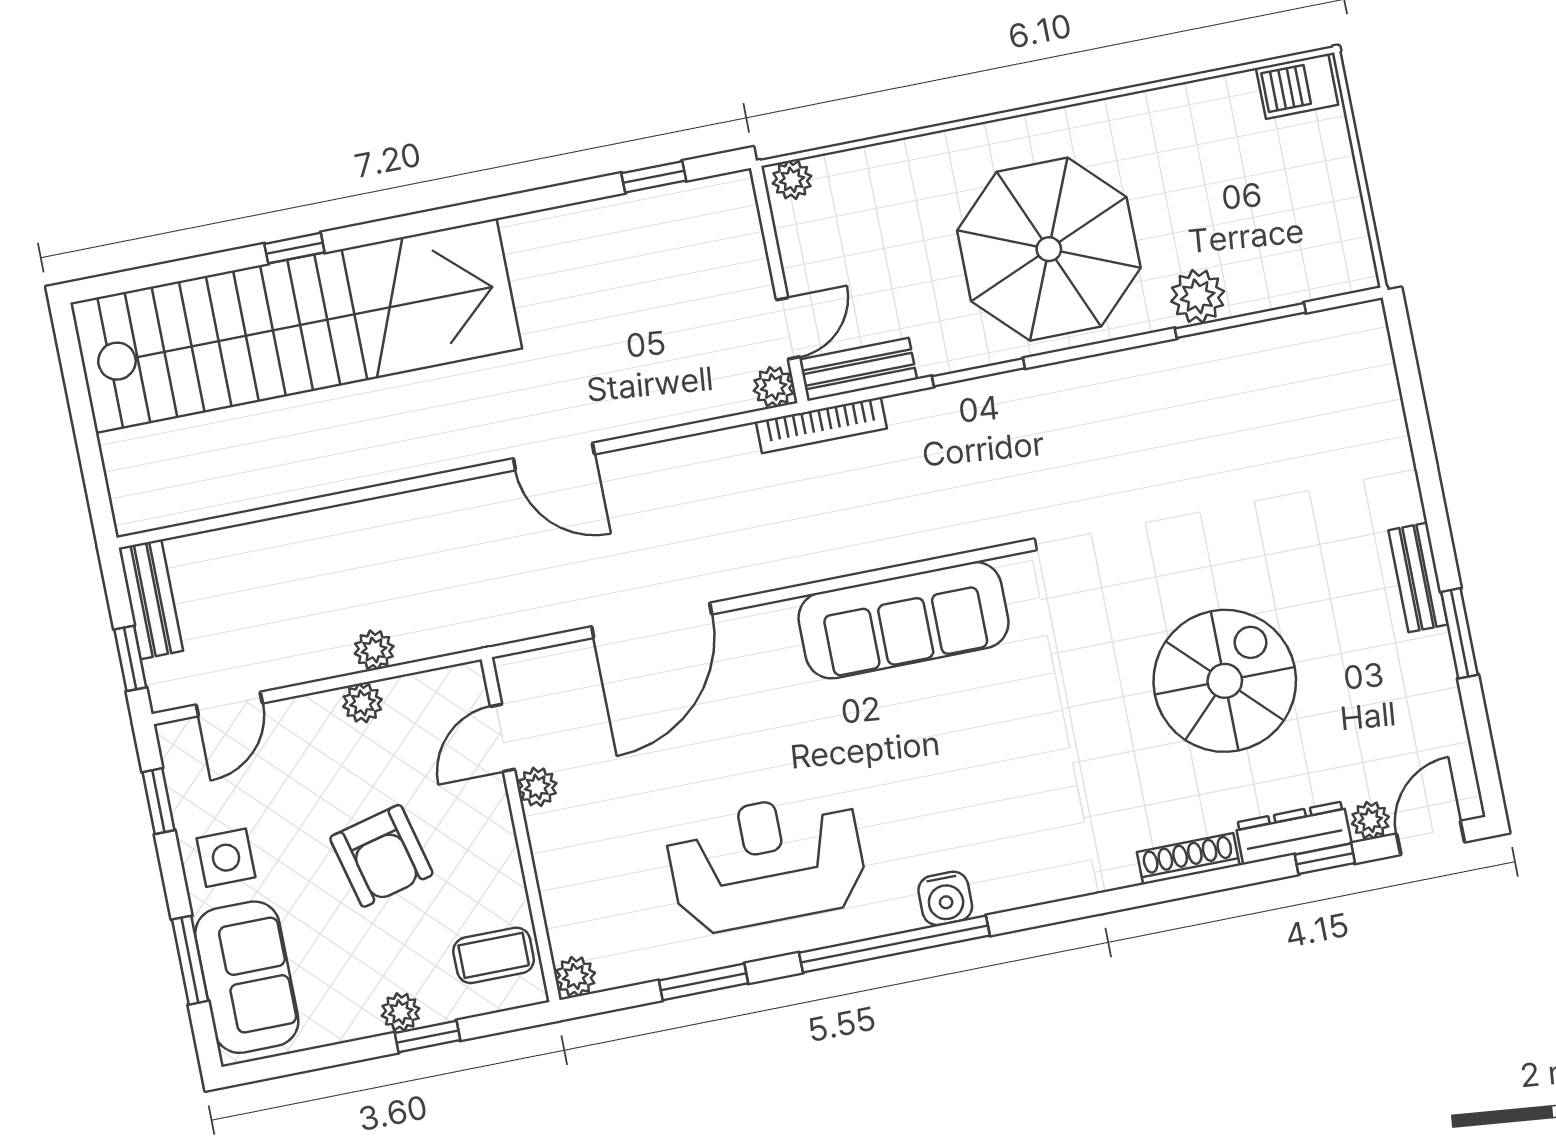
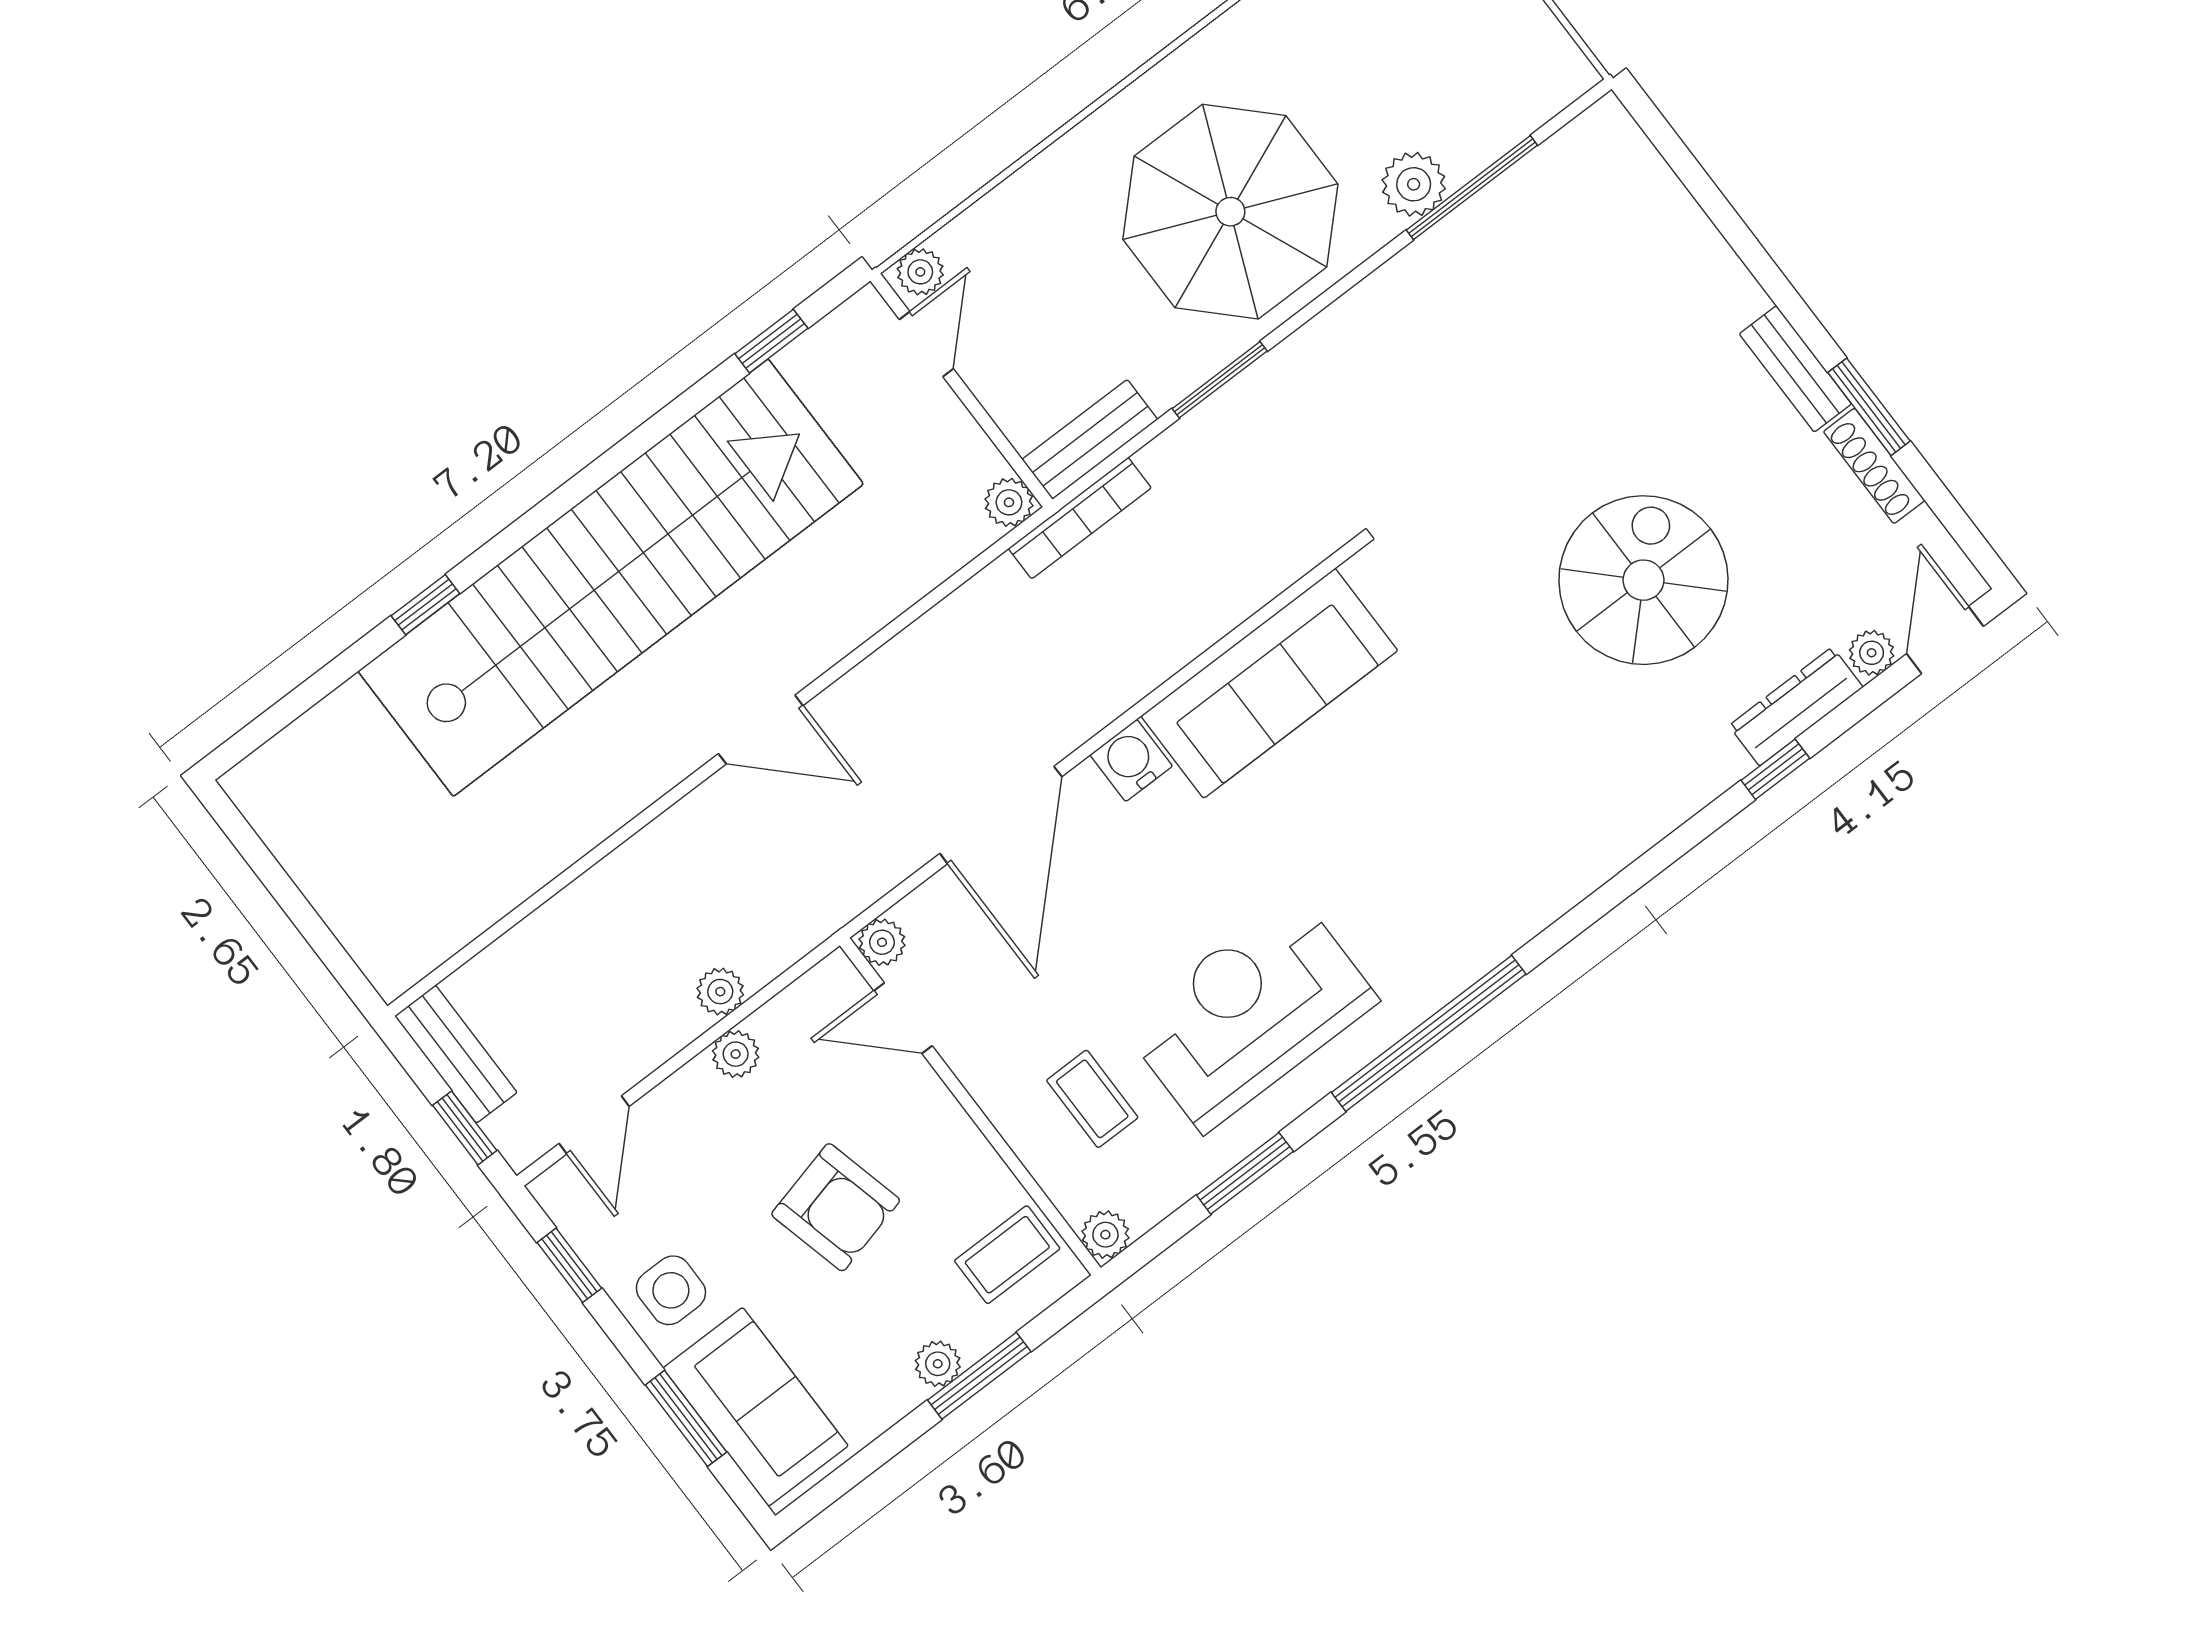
stairs: (296, 326) -> (611, 578), moved
door: (788, 328) -> (926, 344), moved
door: (554, 456) -> (761, 730), moved
door: (502, 738) -> (903, 1018), hinge flipped
plant: (537, 787) -> (882, 942), moved
shoe rack: (1188, 859) -> (1874, 466), moved, turned -90
window: (1325, 859) -> (1775, 769), moved
coffee table: (616, 869) -> (1092, 1099), added
water cooler: (945, 898) -> (1131, 760), moved, turned 180
window: (427, 1037) -> (979, 1376), width x1.50

